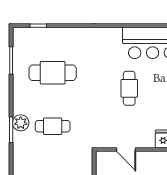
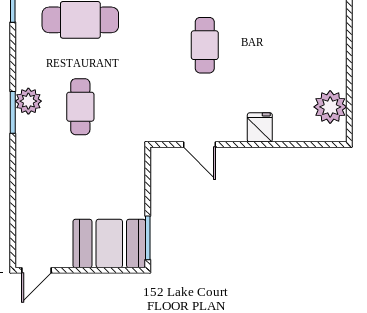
cafe table: (53, 126) -> (80, 107), turned 90

